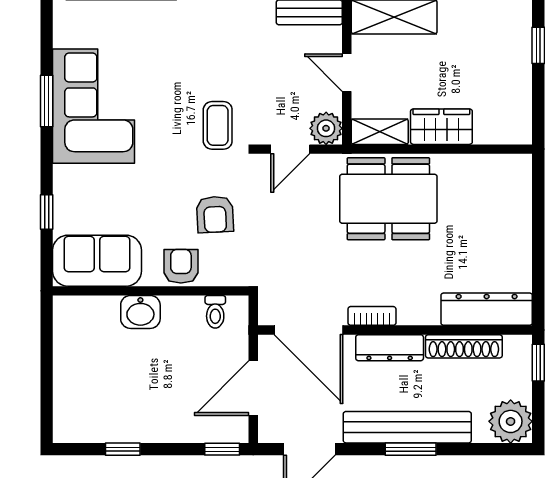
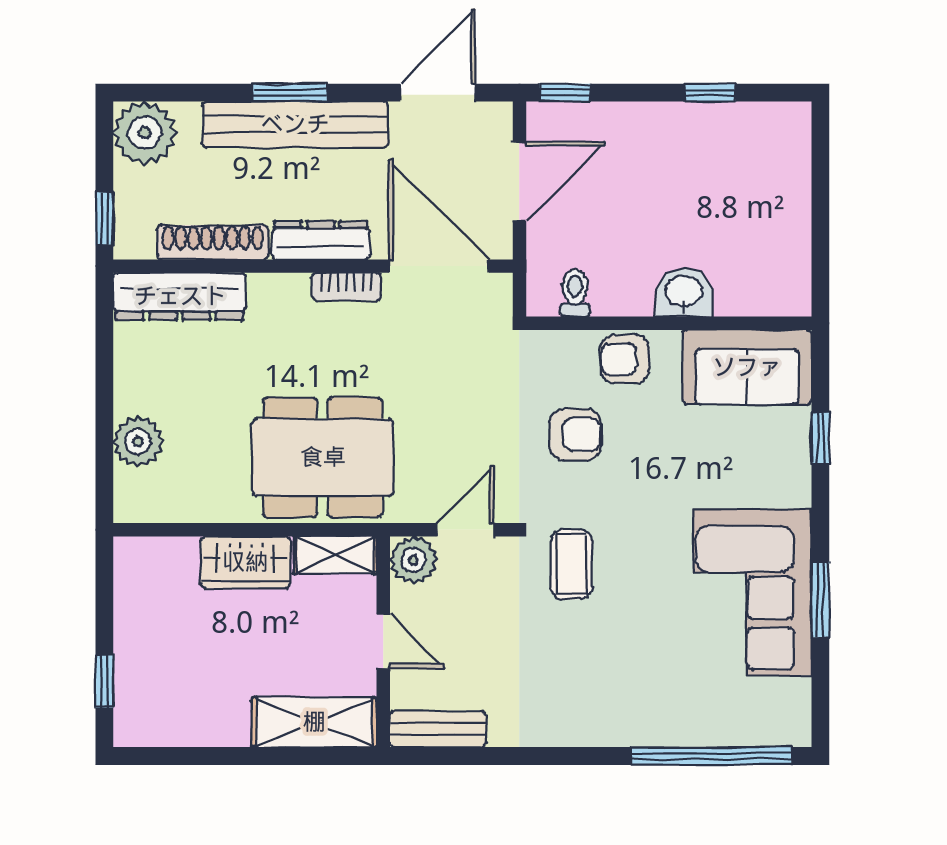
plant: (515, 210) -> (138, 442), added
armchair: (215, 214) -> (575, 435), turned 93
armchair: (181, 266) -> (625, 359), turned 90

